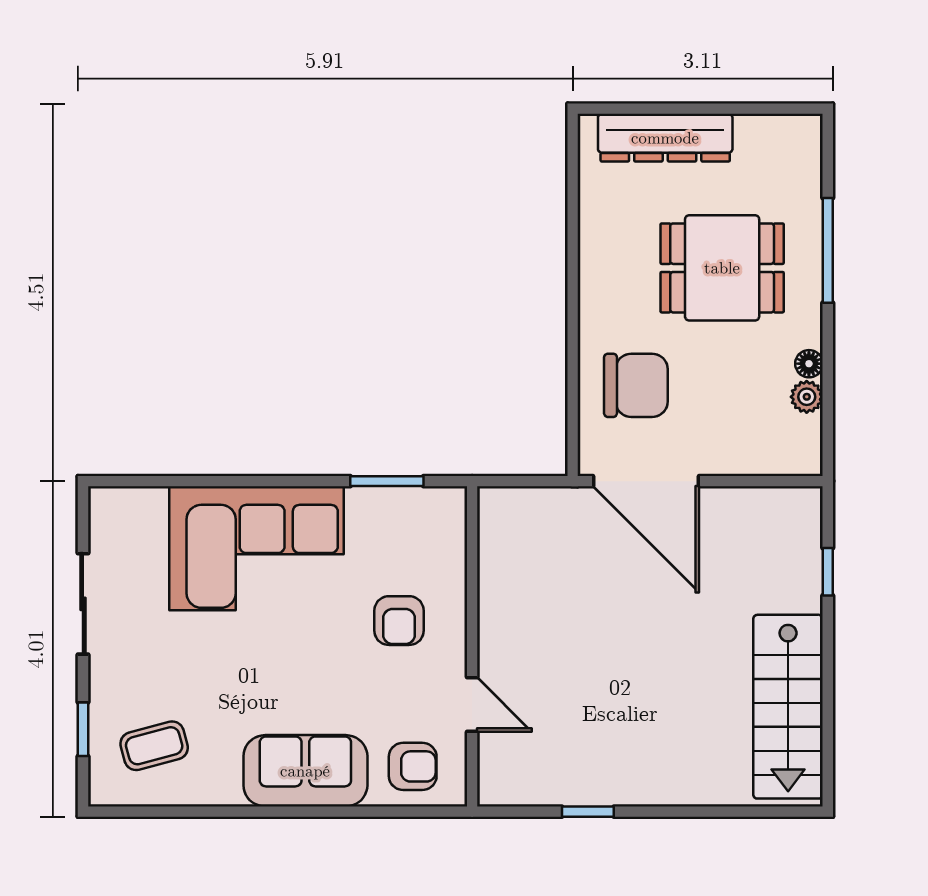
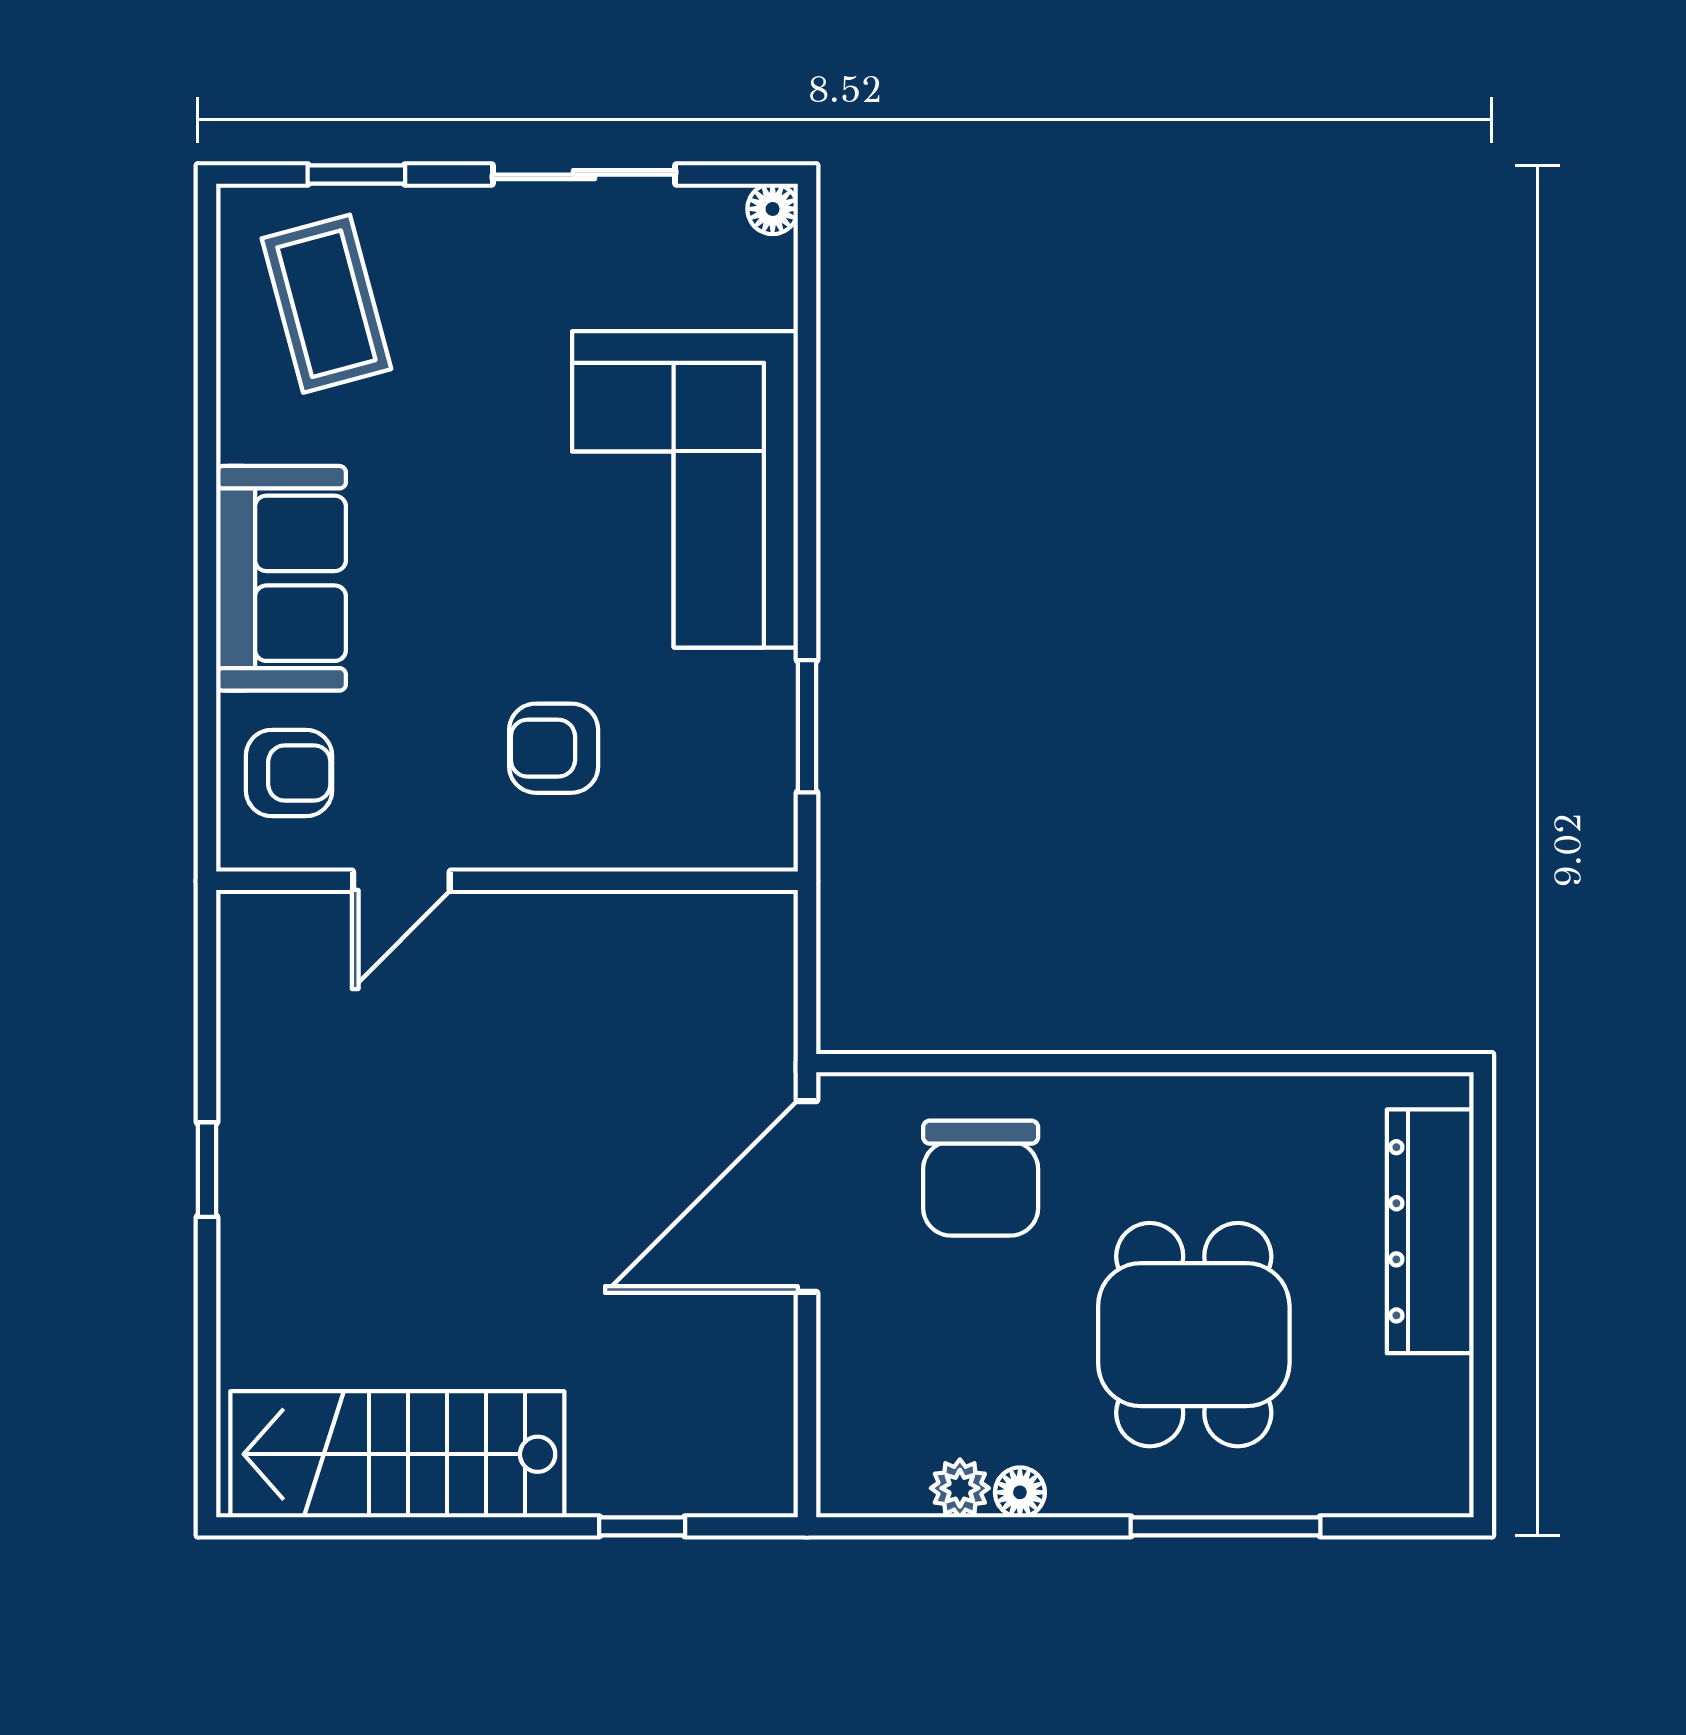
floor lamp: (102, 500) -> (773, 209), added
coffee table: (154, 746) -> (326, 304), width x1.36, depth x1.30
armchair: (413, 766) -> (289, 773), turned -90
window: (588, 812) -> (207, 1170), moved

